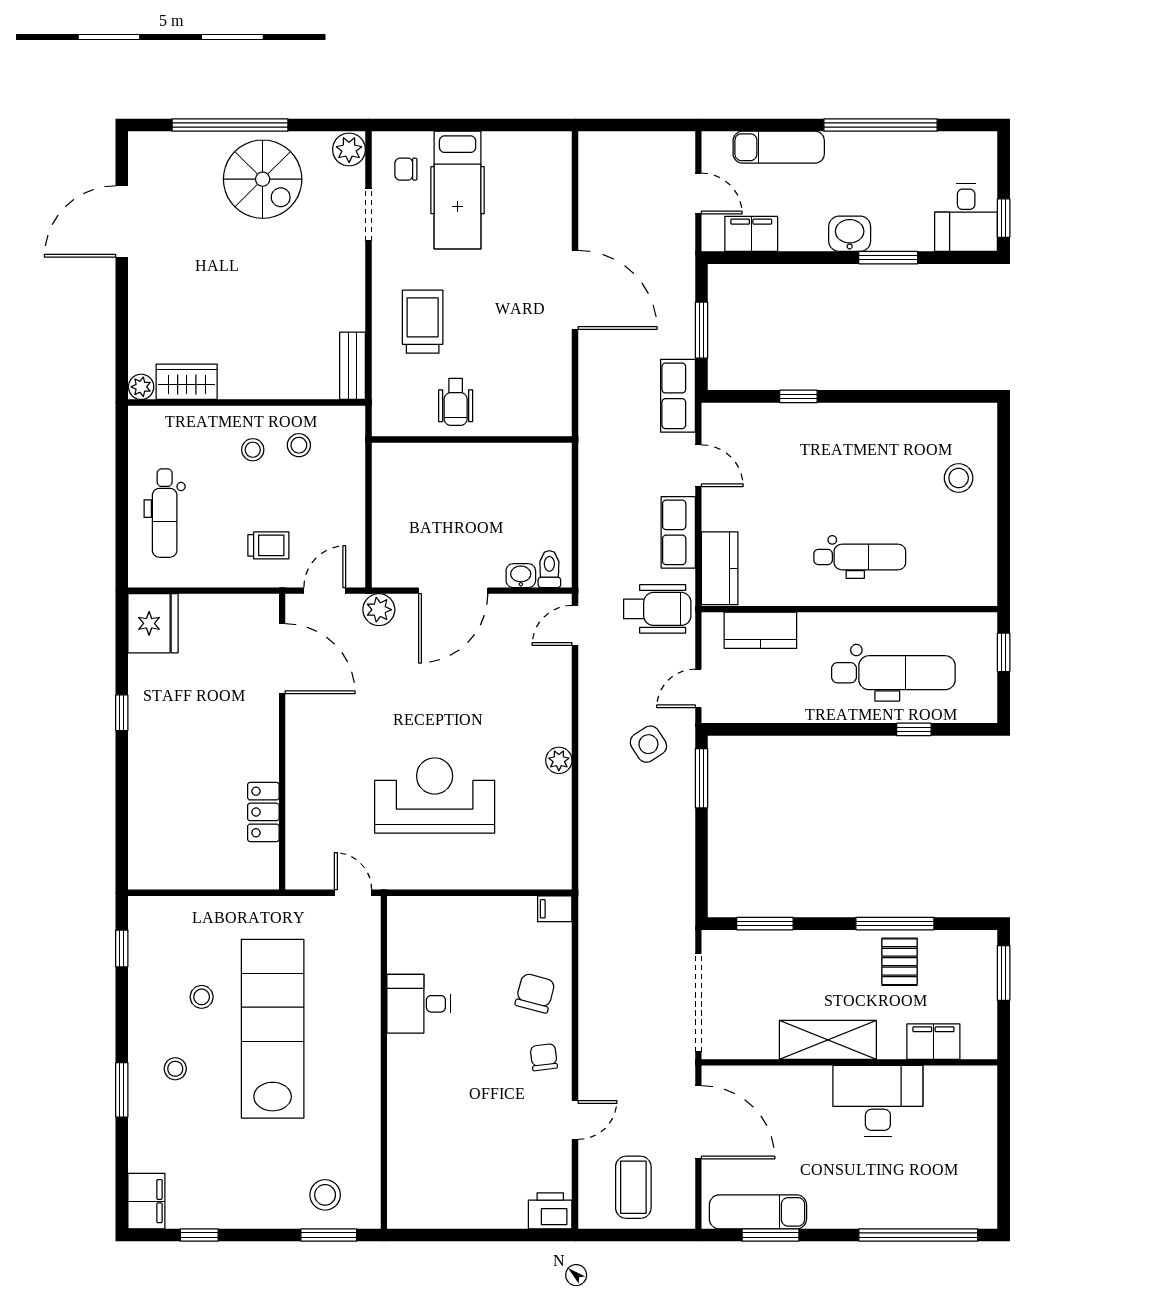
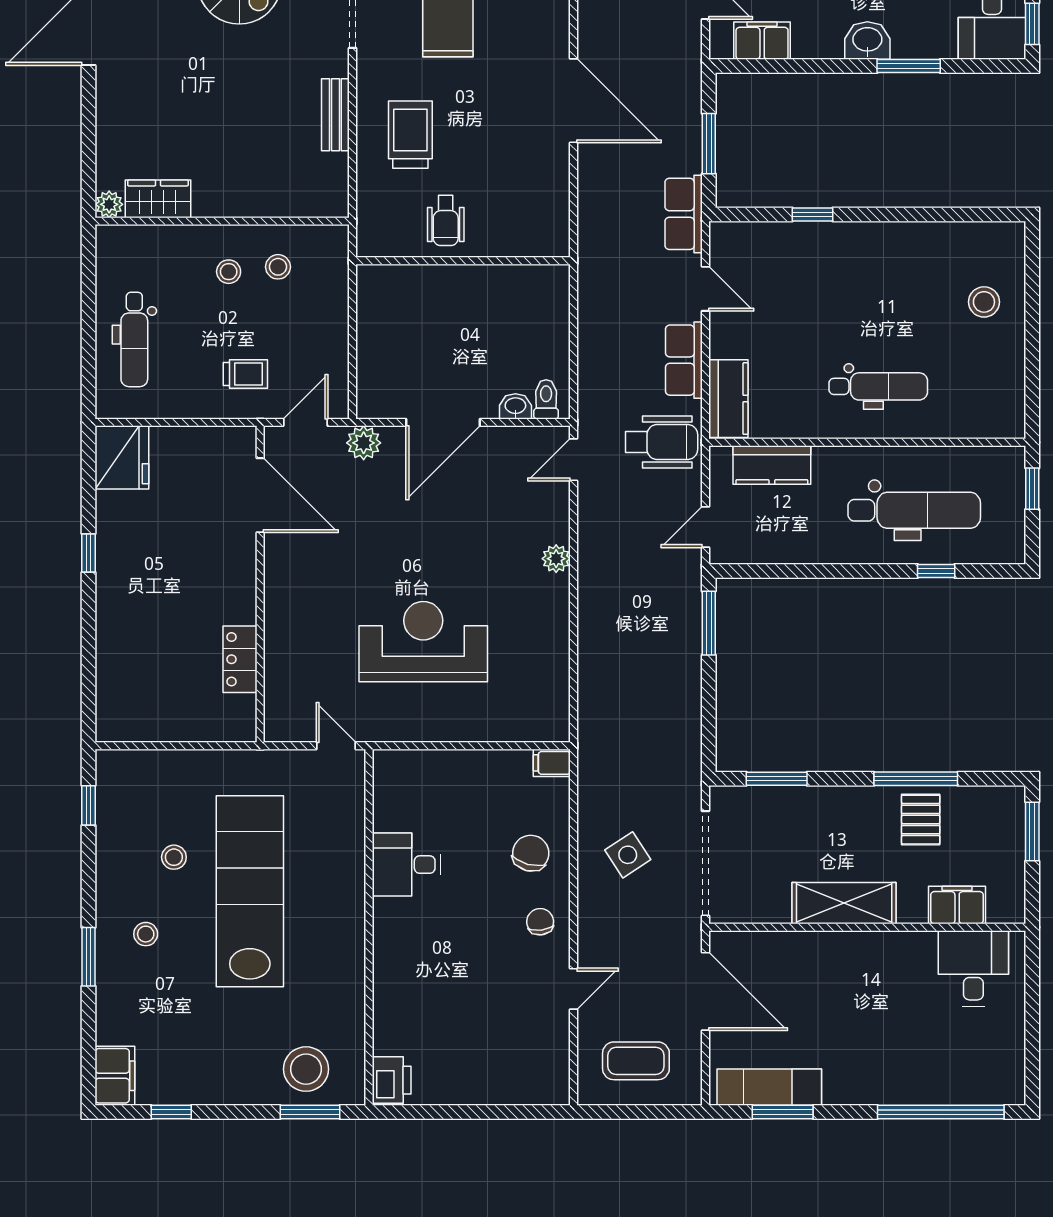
bench: (353, 366) -> (335, 115), moved
side table: (648, 744) -> (628, 855), moved
plant: (559, 760) -> (556, 559), moved
desk: (878, 1101) -> (973, 968), moved, width x0.73
coffee table: (633, 1187) -> (636, 1061), turned 90
stool: (325, 1195) -> (306, 1069), width x1.38, depth x1.38
printer: (550, 1211) -> (392, 1080), moved, turned 90

